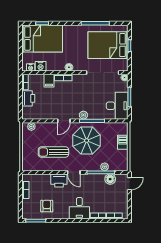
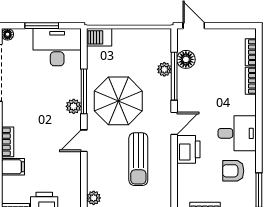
door: (64, 121) -> (84, 141), swing flipped
barbecue: (123, 142) -> (99, 37), moved
desk: (79, 208) -> (237, 133), moved

